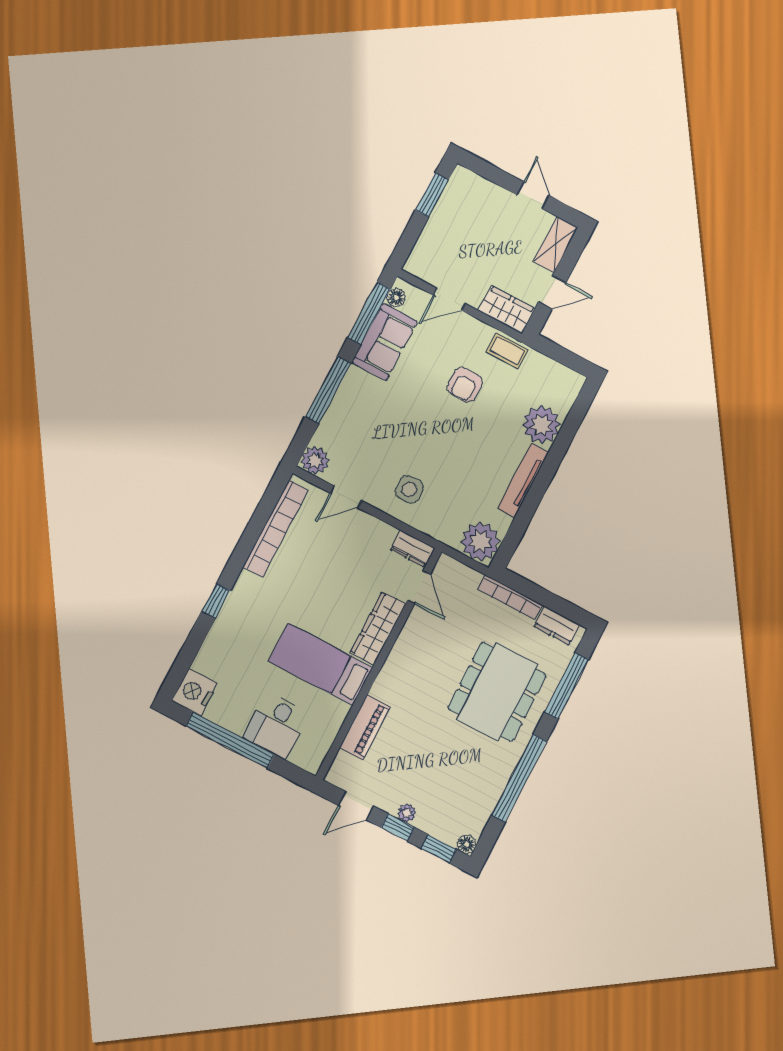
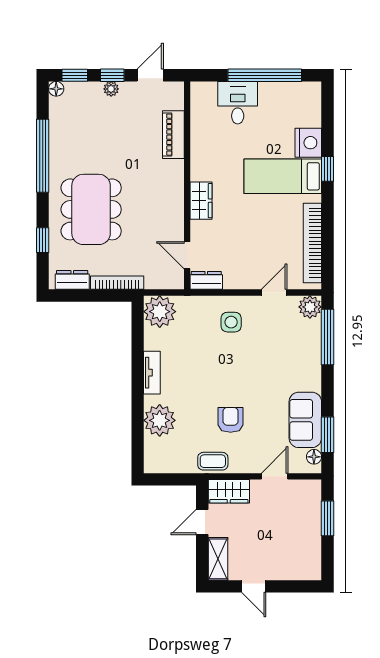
window: (432, 195) -> (327, 518), moved
window: (369, 313) -> (327, 435), width x0.69
window: (328, 390) -> (327, 337), moved
tv unit: (523, 480) -> (152, 373), width x0.71
wardrobe: (378, 628) -> (201, 201), width x0.67
bed: (321, 664) -> (283, 176), moved, turned 180
window: (567, 686) -> (43, 240), width x0.46
nightstand: (194, 692) -> (308, 143), moved

